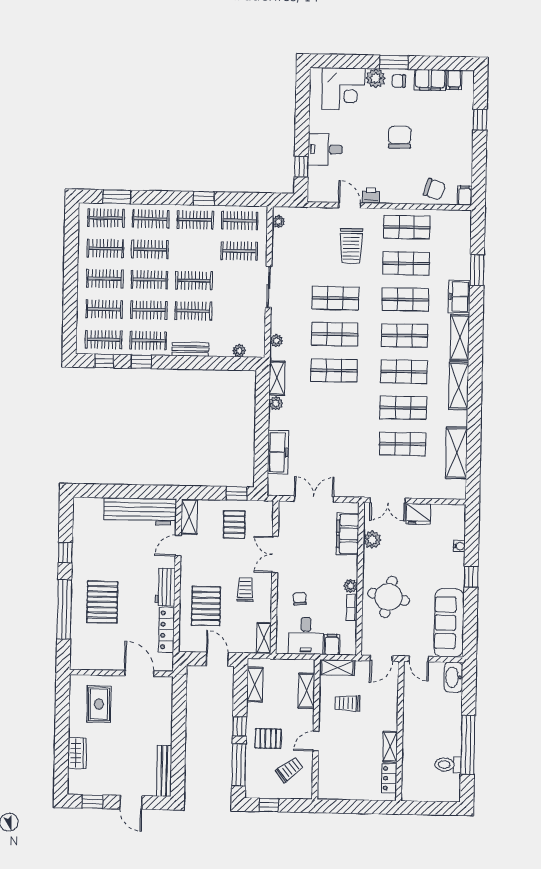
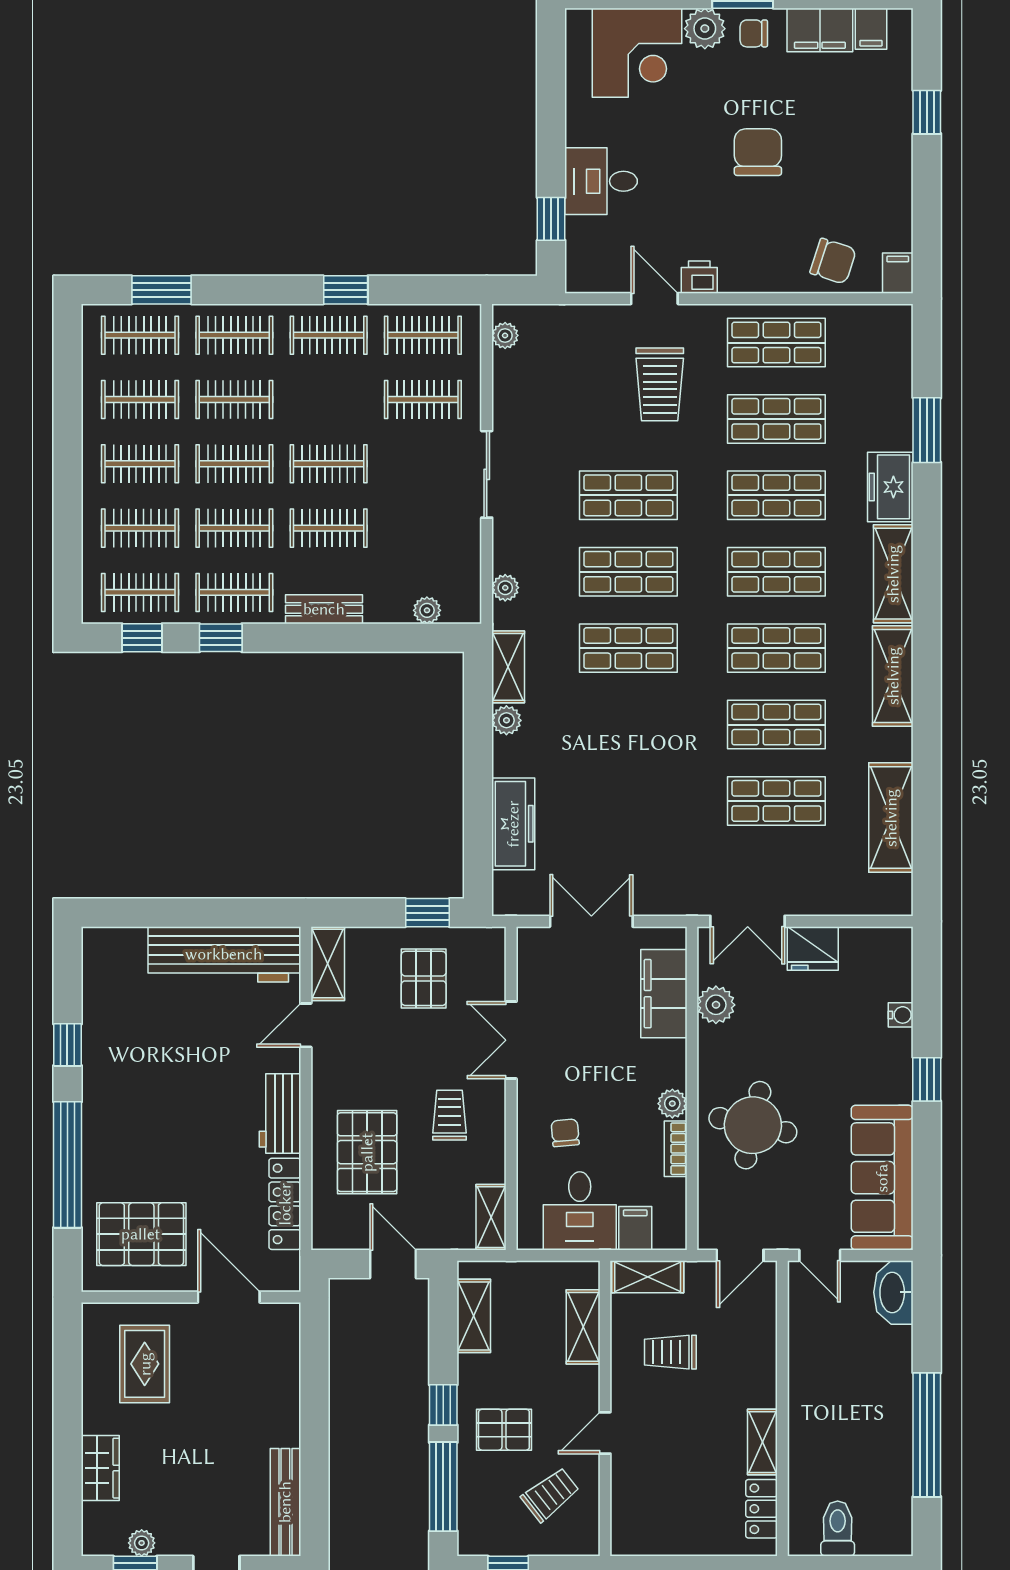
pallet: (102, 602) -> (141, 1234), moved, turned 90
toilet: (448, 765) -> (838, 1529), moved, turned 90
plant: (96, 789) -> (142, 1543), added

